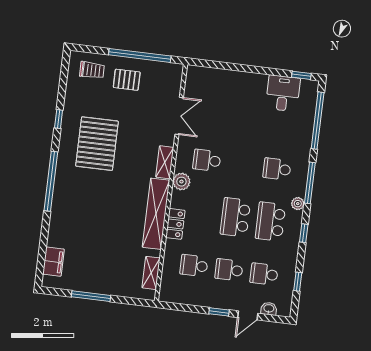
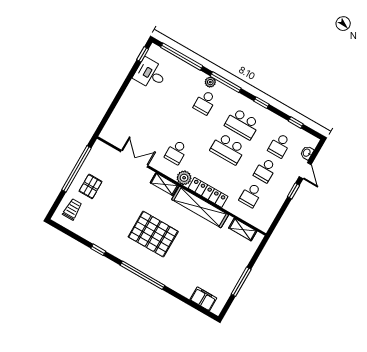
pallet: (97, 144) -> (153, 234), moved
plant: (298, 204) -> (210, 82), moved
locker: (175, 224) -> (208, 192), width x1.53

